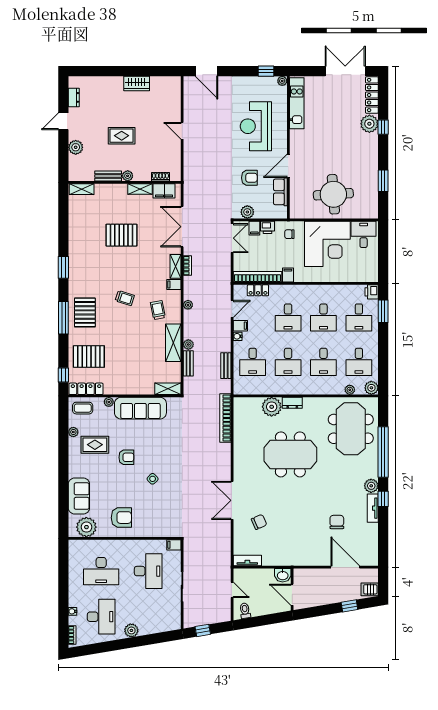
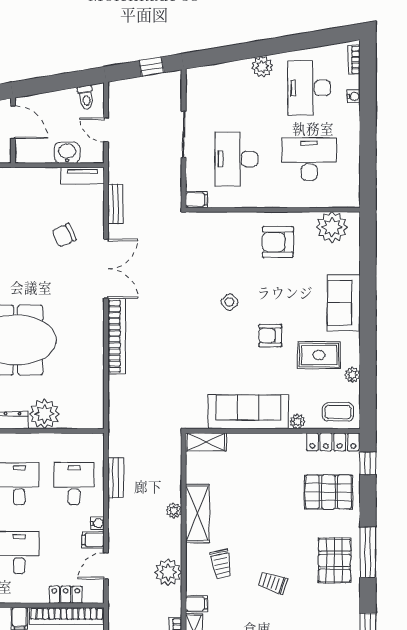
plant: (188, 305) -> (168, 572), width x1.87, depth x1.87
bench: (188, 363) -> (116, 204), moved
bookcase: (225, 418) -> (117, 336), moved
sofa: (79, 496) -> (344, 303), moved
washbasin: (283, 575) -> (67, 153), moved

